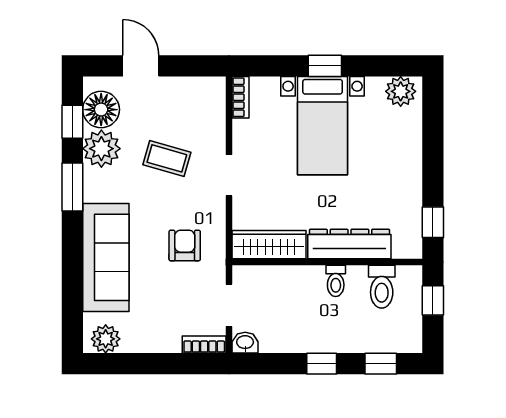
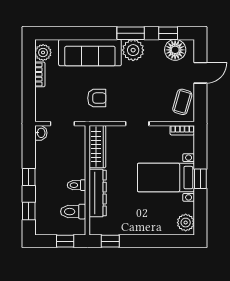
plant: (101, 149) -> (133, 50), moved
coffee table: (167, 158) -> (182, 102), moved
bookcase: (204, 344) -> (40, 74), moved

